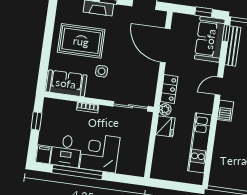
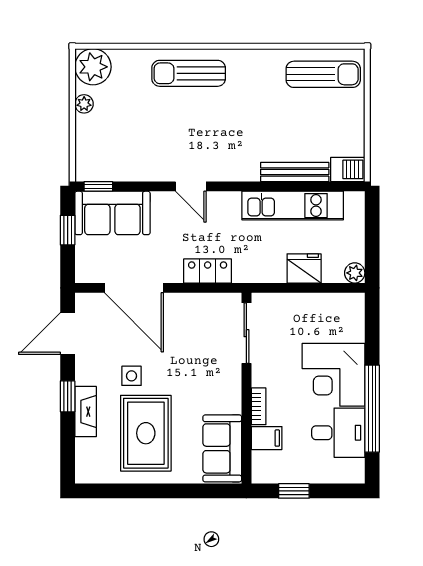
door: (165, 46) -> (134, 288), hinge flipped
bench: (233, 46) -> (295, 172), moved
side table: (102, 71) -> (131, 376), moved
plant: (165, 109) -> (355, 273), moved
barbecue: (225, 111) -> (348, 169), moved
fridge: (165, 126) -> (304, 268), moved
filing cabinet: (44, 154) -> (267, 438), moved, turned 180

